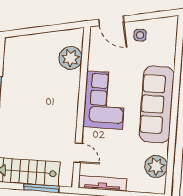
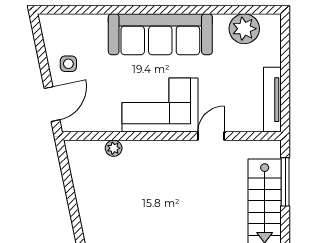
plant: (71, 58) -> (114, 148), width x0.53, depth x0.53
door: (78, 153) -> (211, 136), moved

